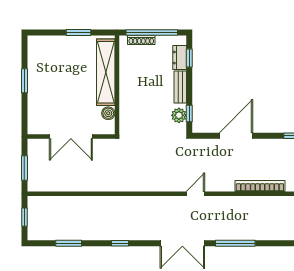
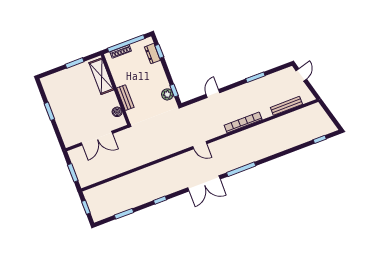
shelving: (106, 72) -> (101, 76), width x0.68
bench: (180, 87) -> (125, 98), moved
door: (236, 136) -> (213, 93), width x0.53
door: (195, 194) -> (200, 145), swing flipped

